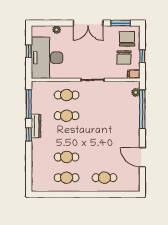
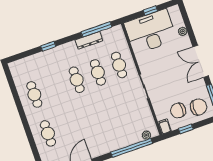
dresser: (36, 126) -> (89, 40), moved
window: (29, 134) -> (48, 46), moved
cafe table: (67, 157) -> (77, 80), moved

